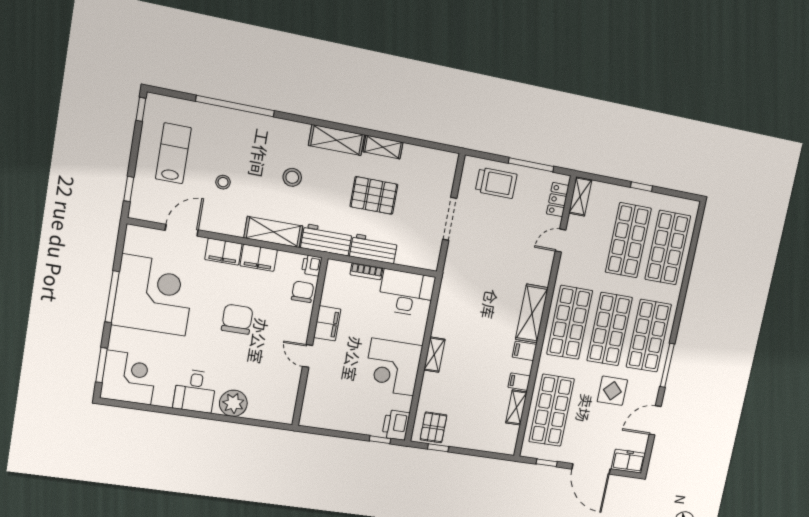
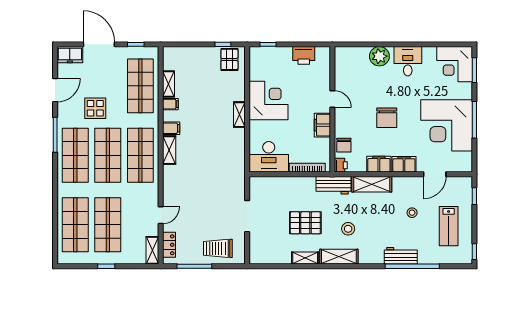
stool: (292, 177) -> (348, 229), moved
workbench: (374, 249) -> (401, 256), moved, turned 180
bookcase: (366, 271) -> (307, 168), width x1.56
shelving: (532, 313) -> (169, 150), width x0.67, depth x0.75
printer: (396, 425) -> (304, 55), moved, turned 90

